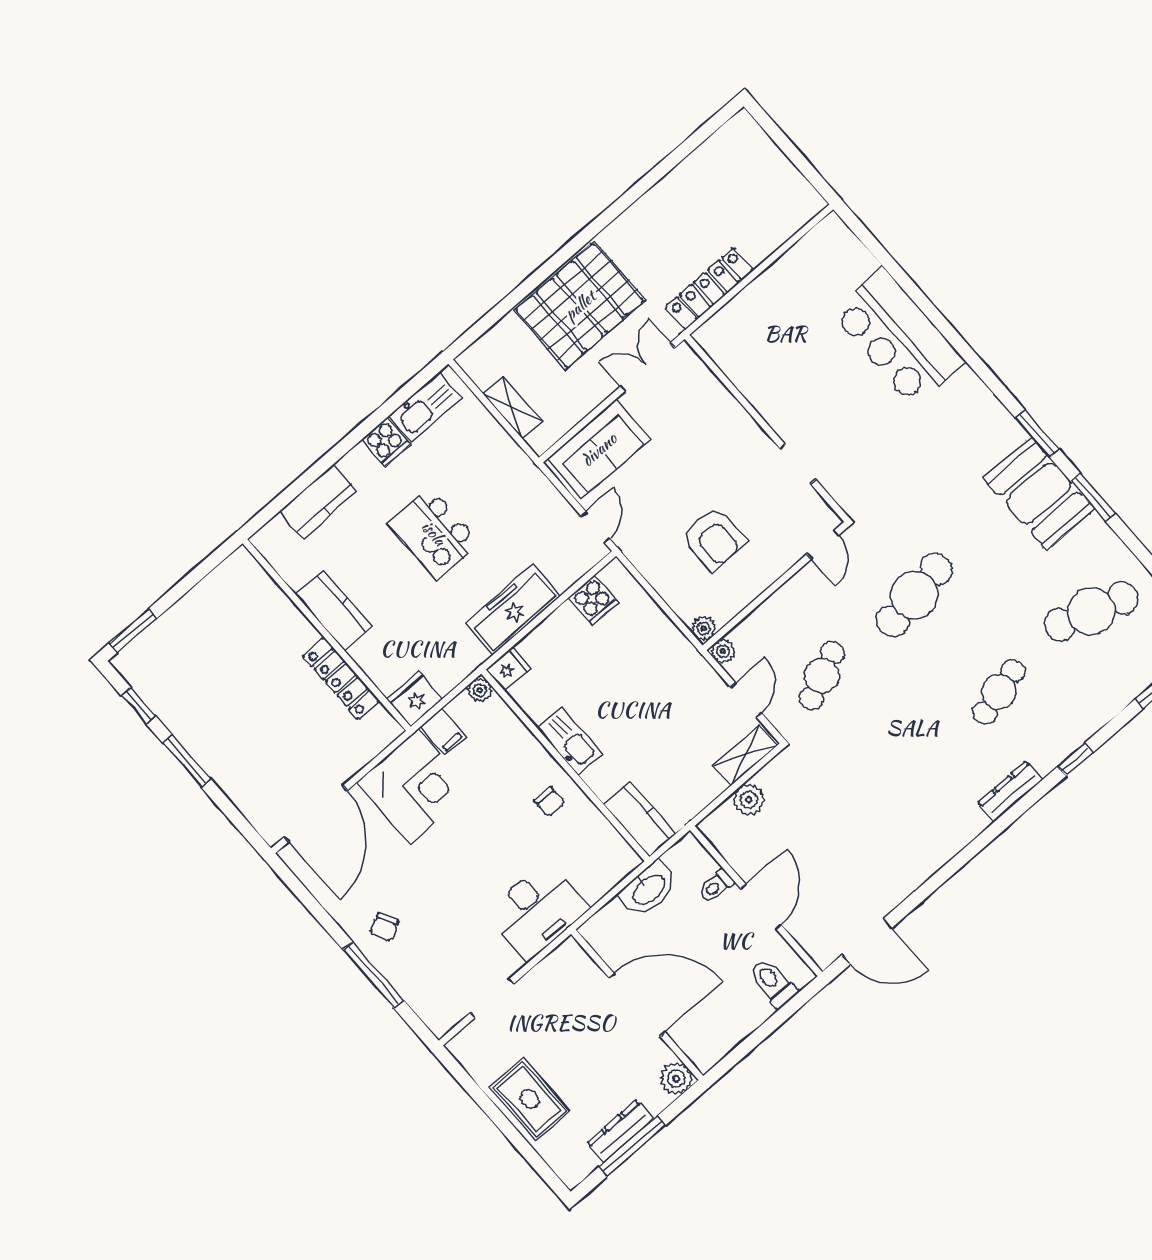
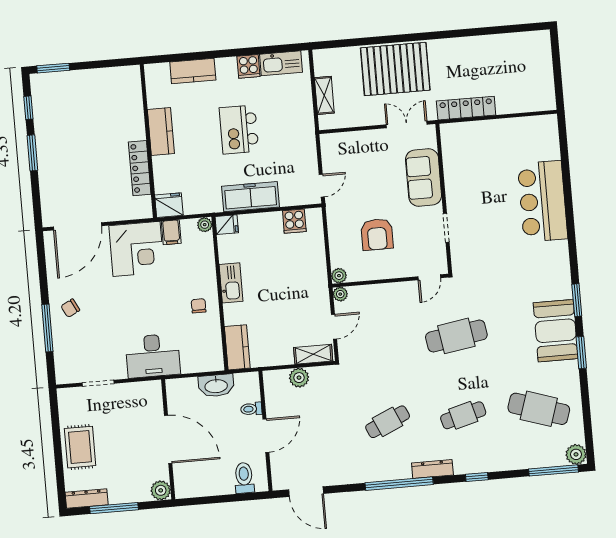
sofa: (599, 449) -> (424, 178), moved, turned 90
cafe table: (822, 676) -> (388, 422), moved
chair: (549, 802) -> (199, 306), turned 180
window: (981, 842) -> (399, 484), added
dresser: (620, 1131) -> (87, 498), moved

